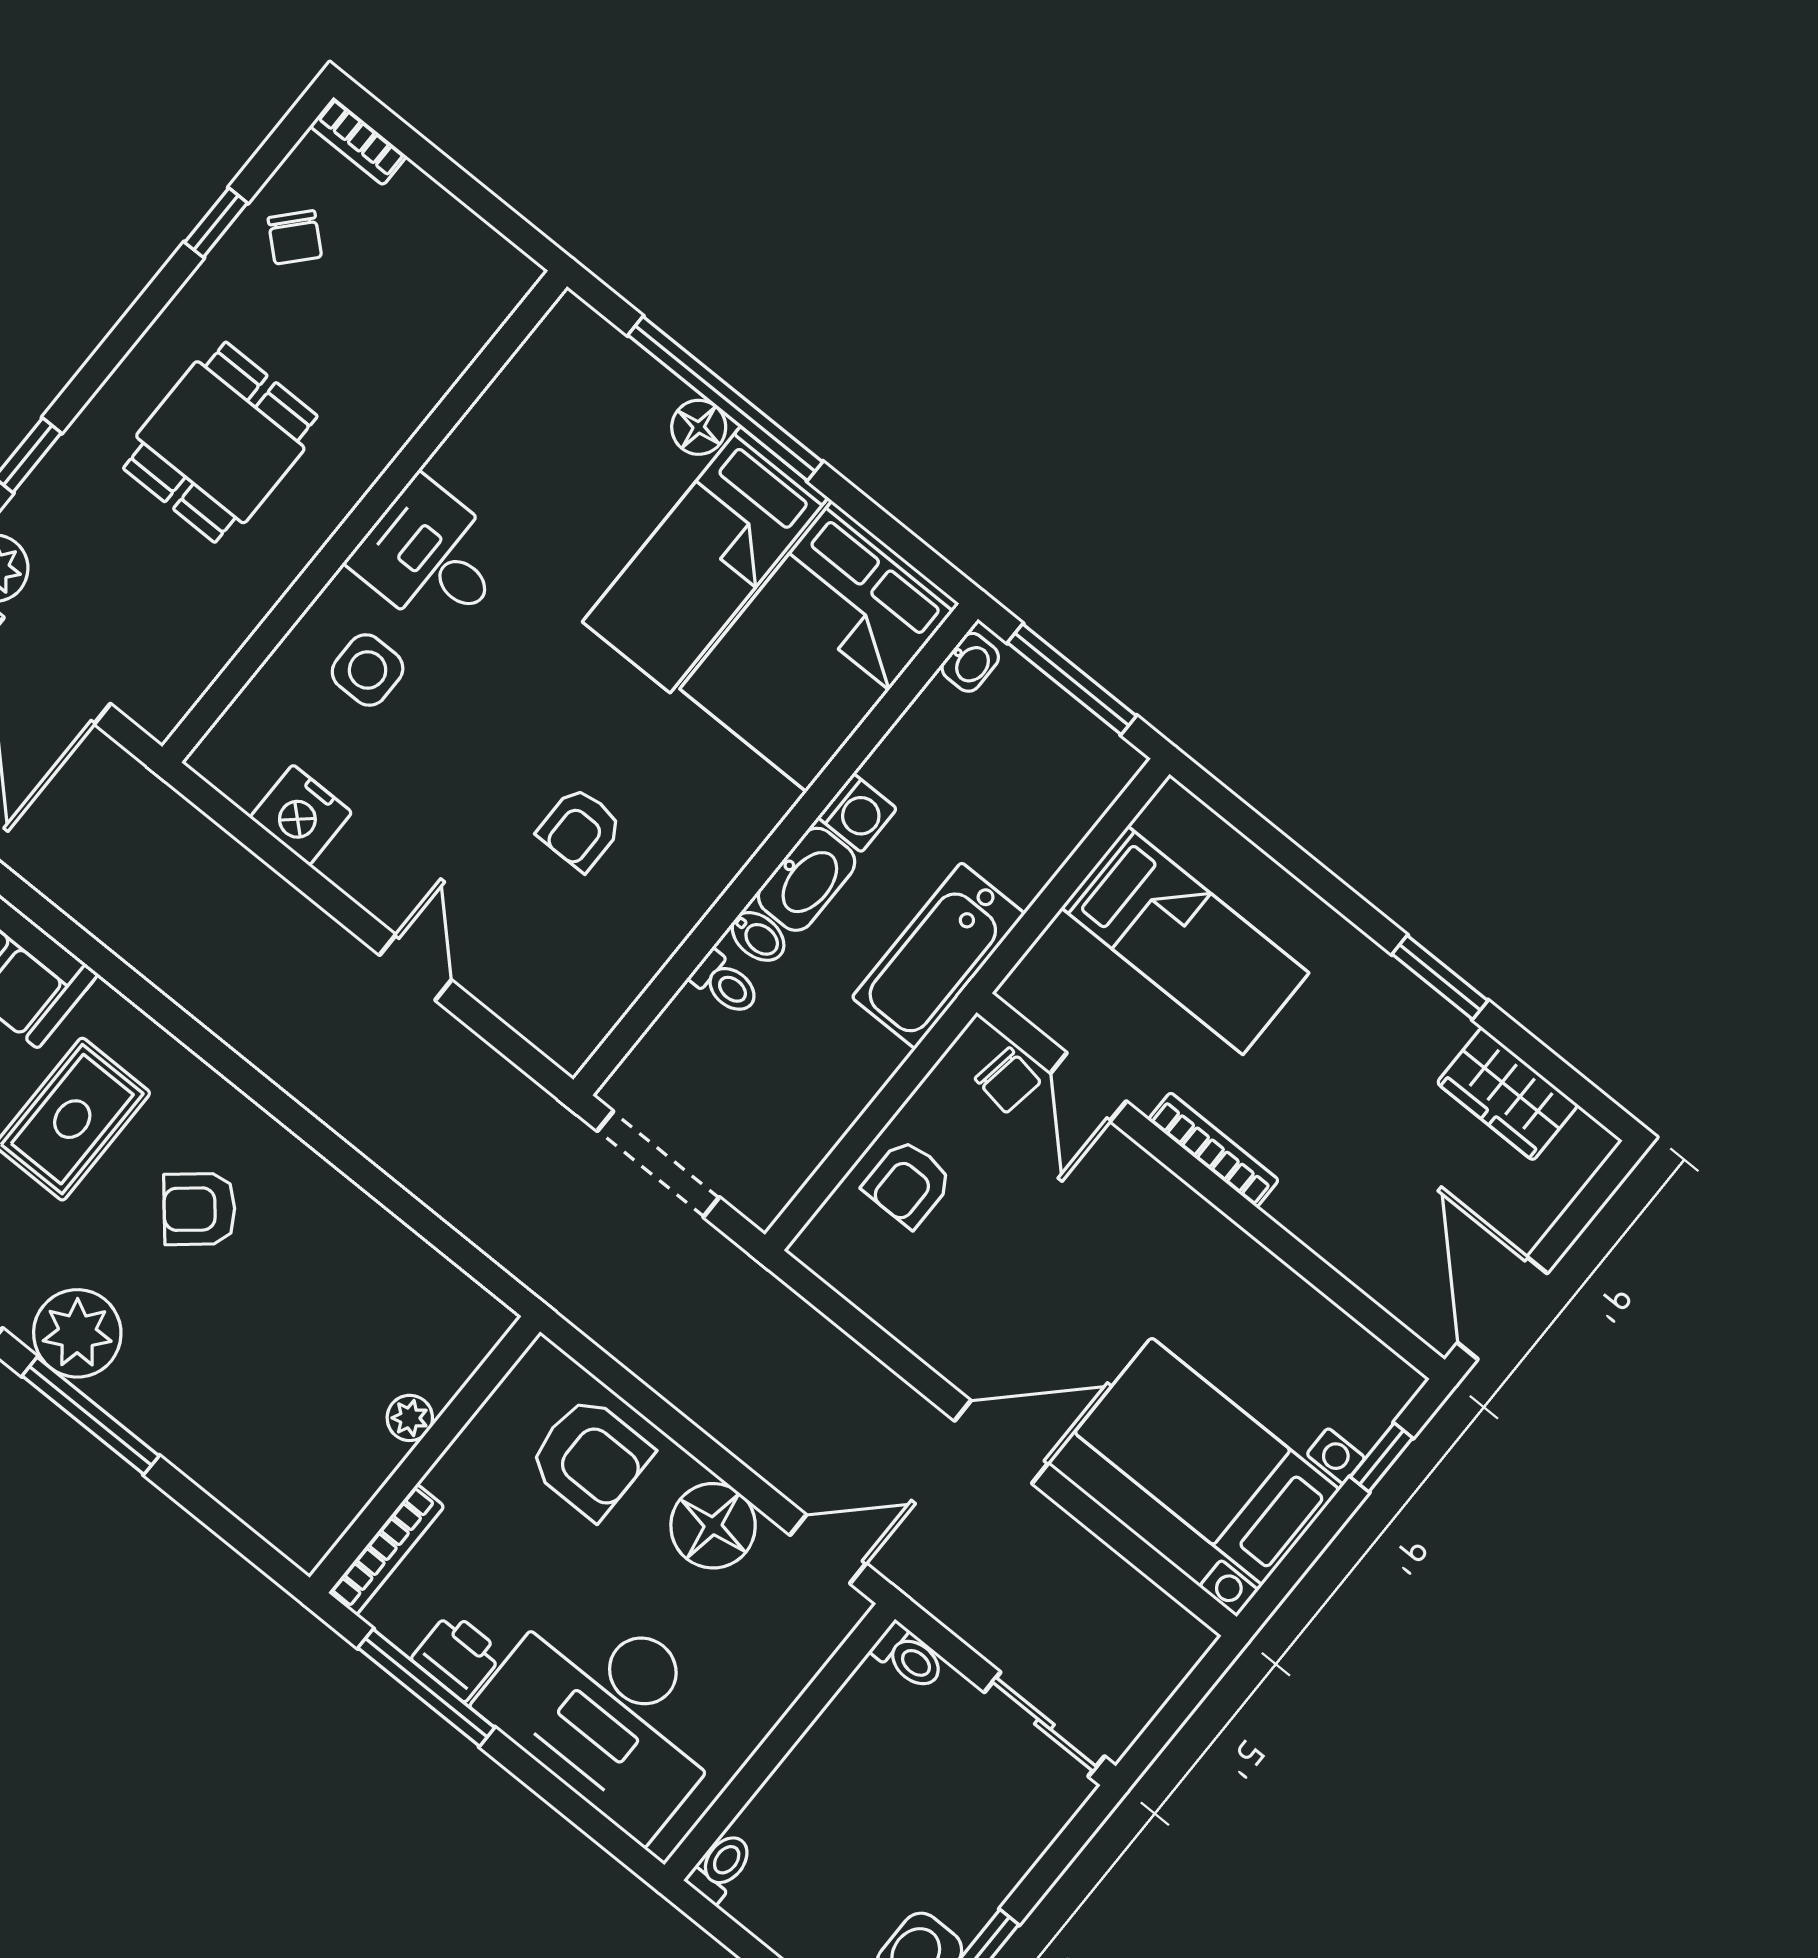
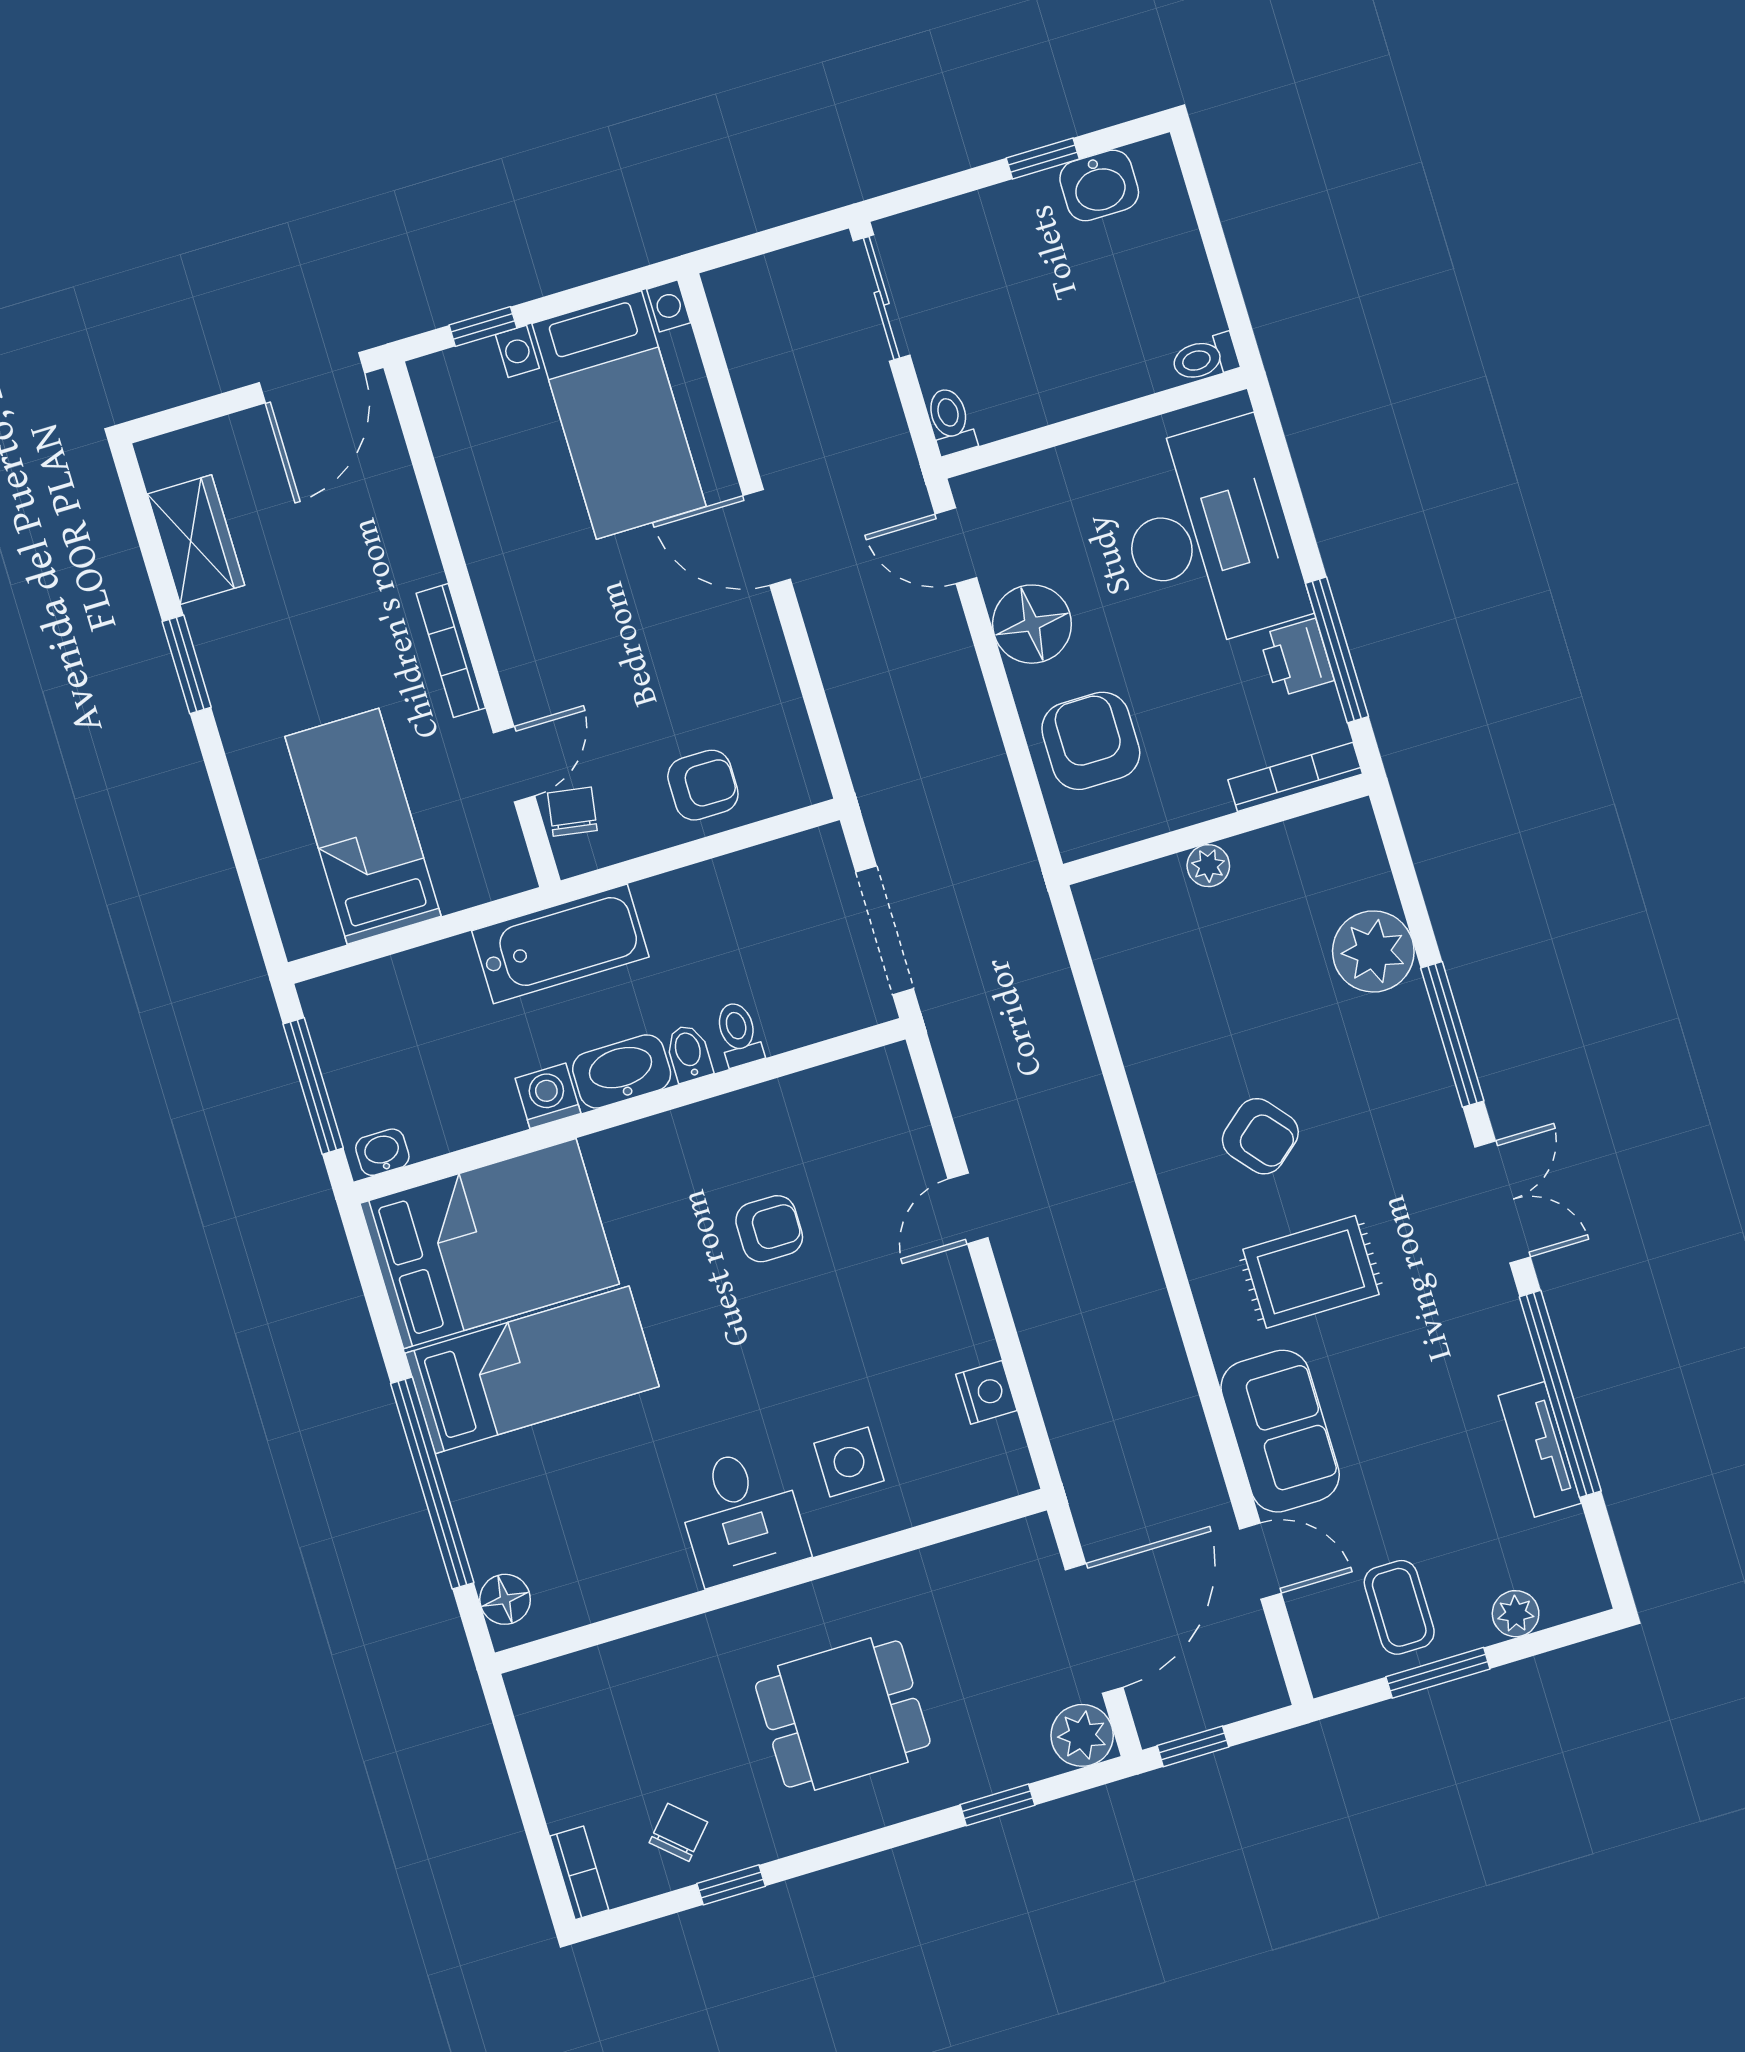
floor lamp: (699, 427) -> (505, 1599), moved
nightstand: (301, 815) -> (986, 1392), width x0.74, depth x0.75
plant: (77, 1333) -> (1373, 951), moved

